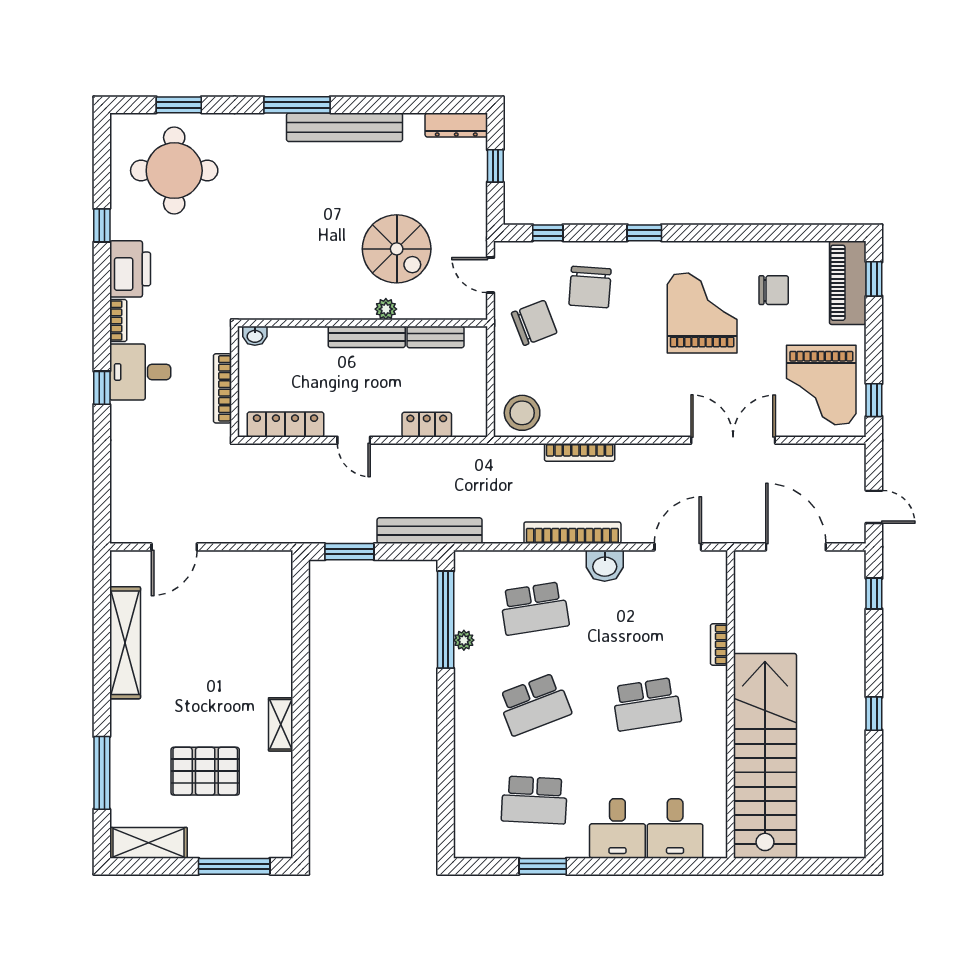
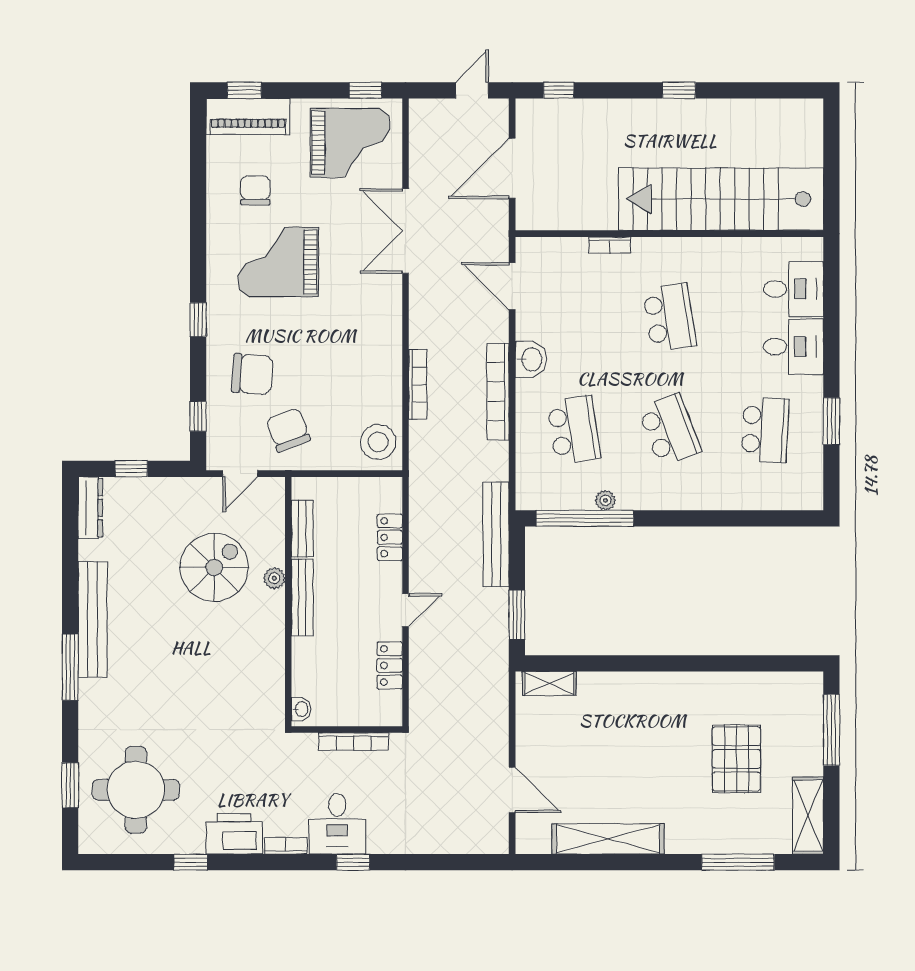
locker: (285, 424) -> (390, 665), width x0.66
shelving: (281, 724) -> (549, 683), moved

